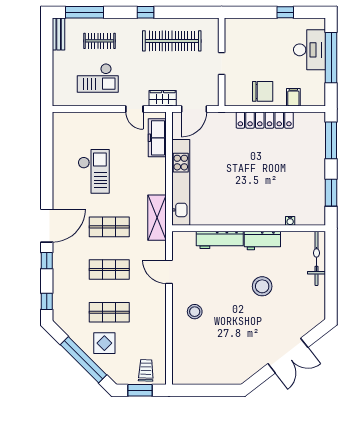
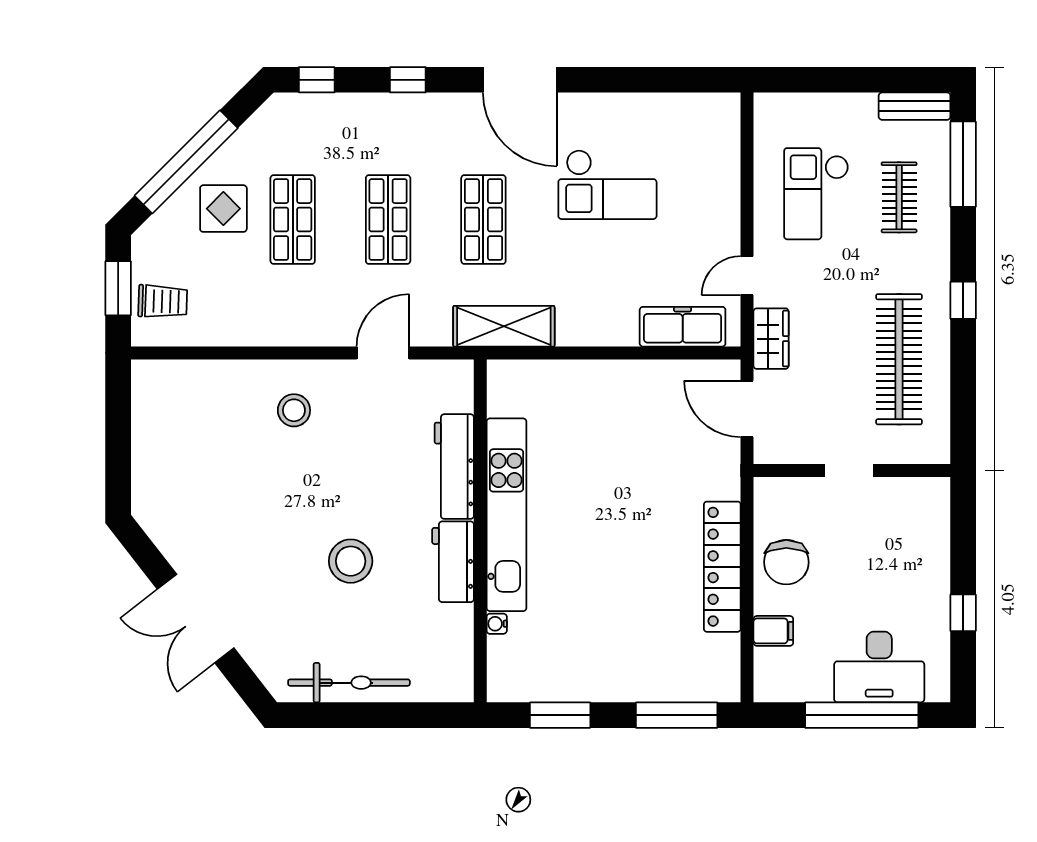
kitchen unit: (181, 182) -> (507, 515), moved, turned -90
door: (47, 226) -> (520, 80), moved
bicycle: (316, 258) -> (349, 683), moved

